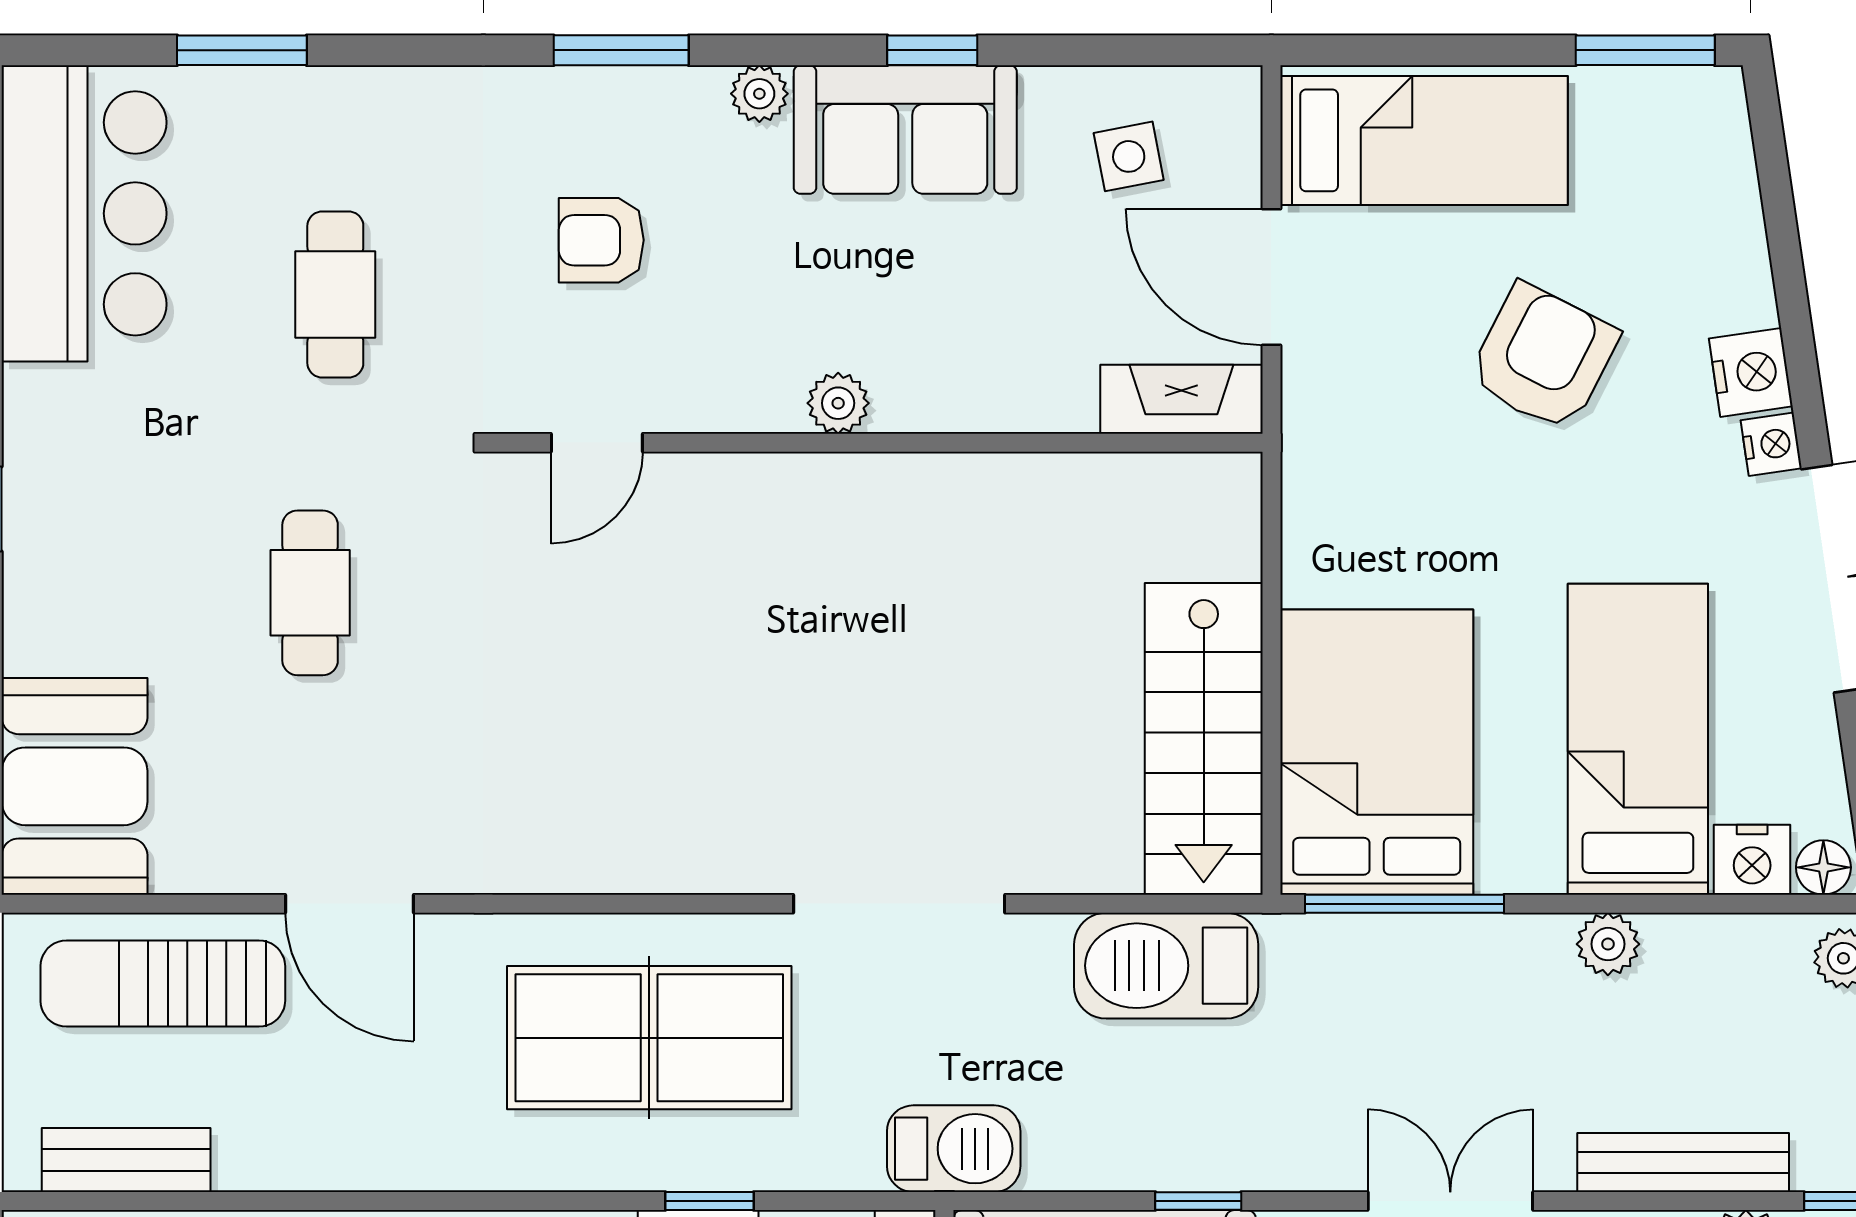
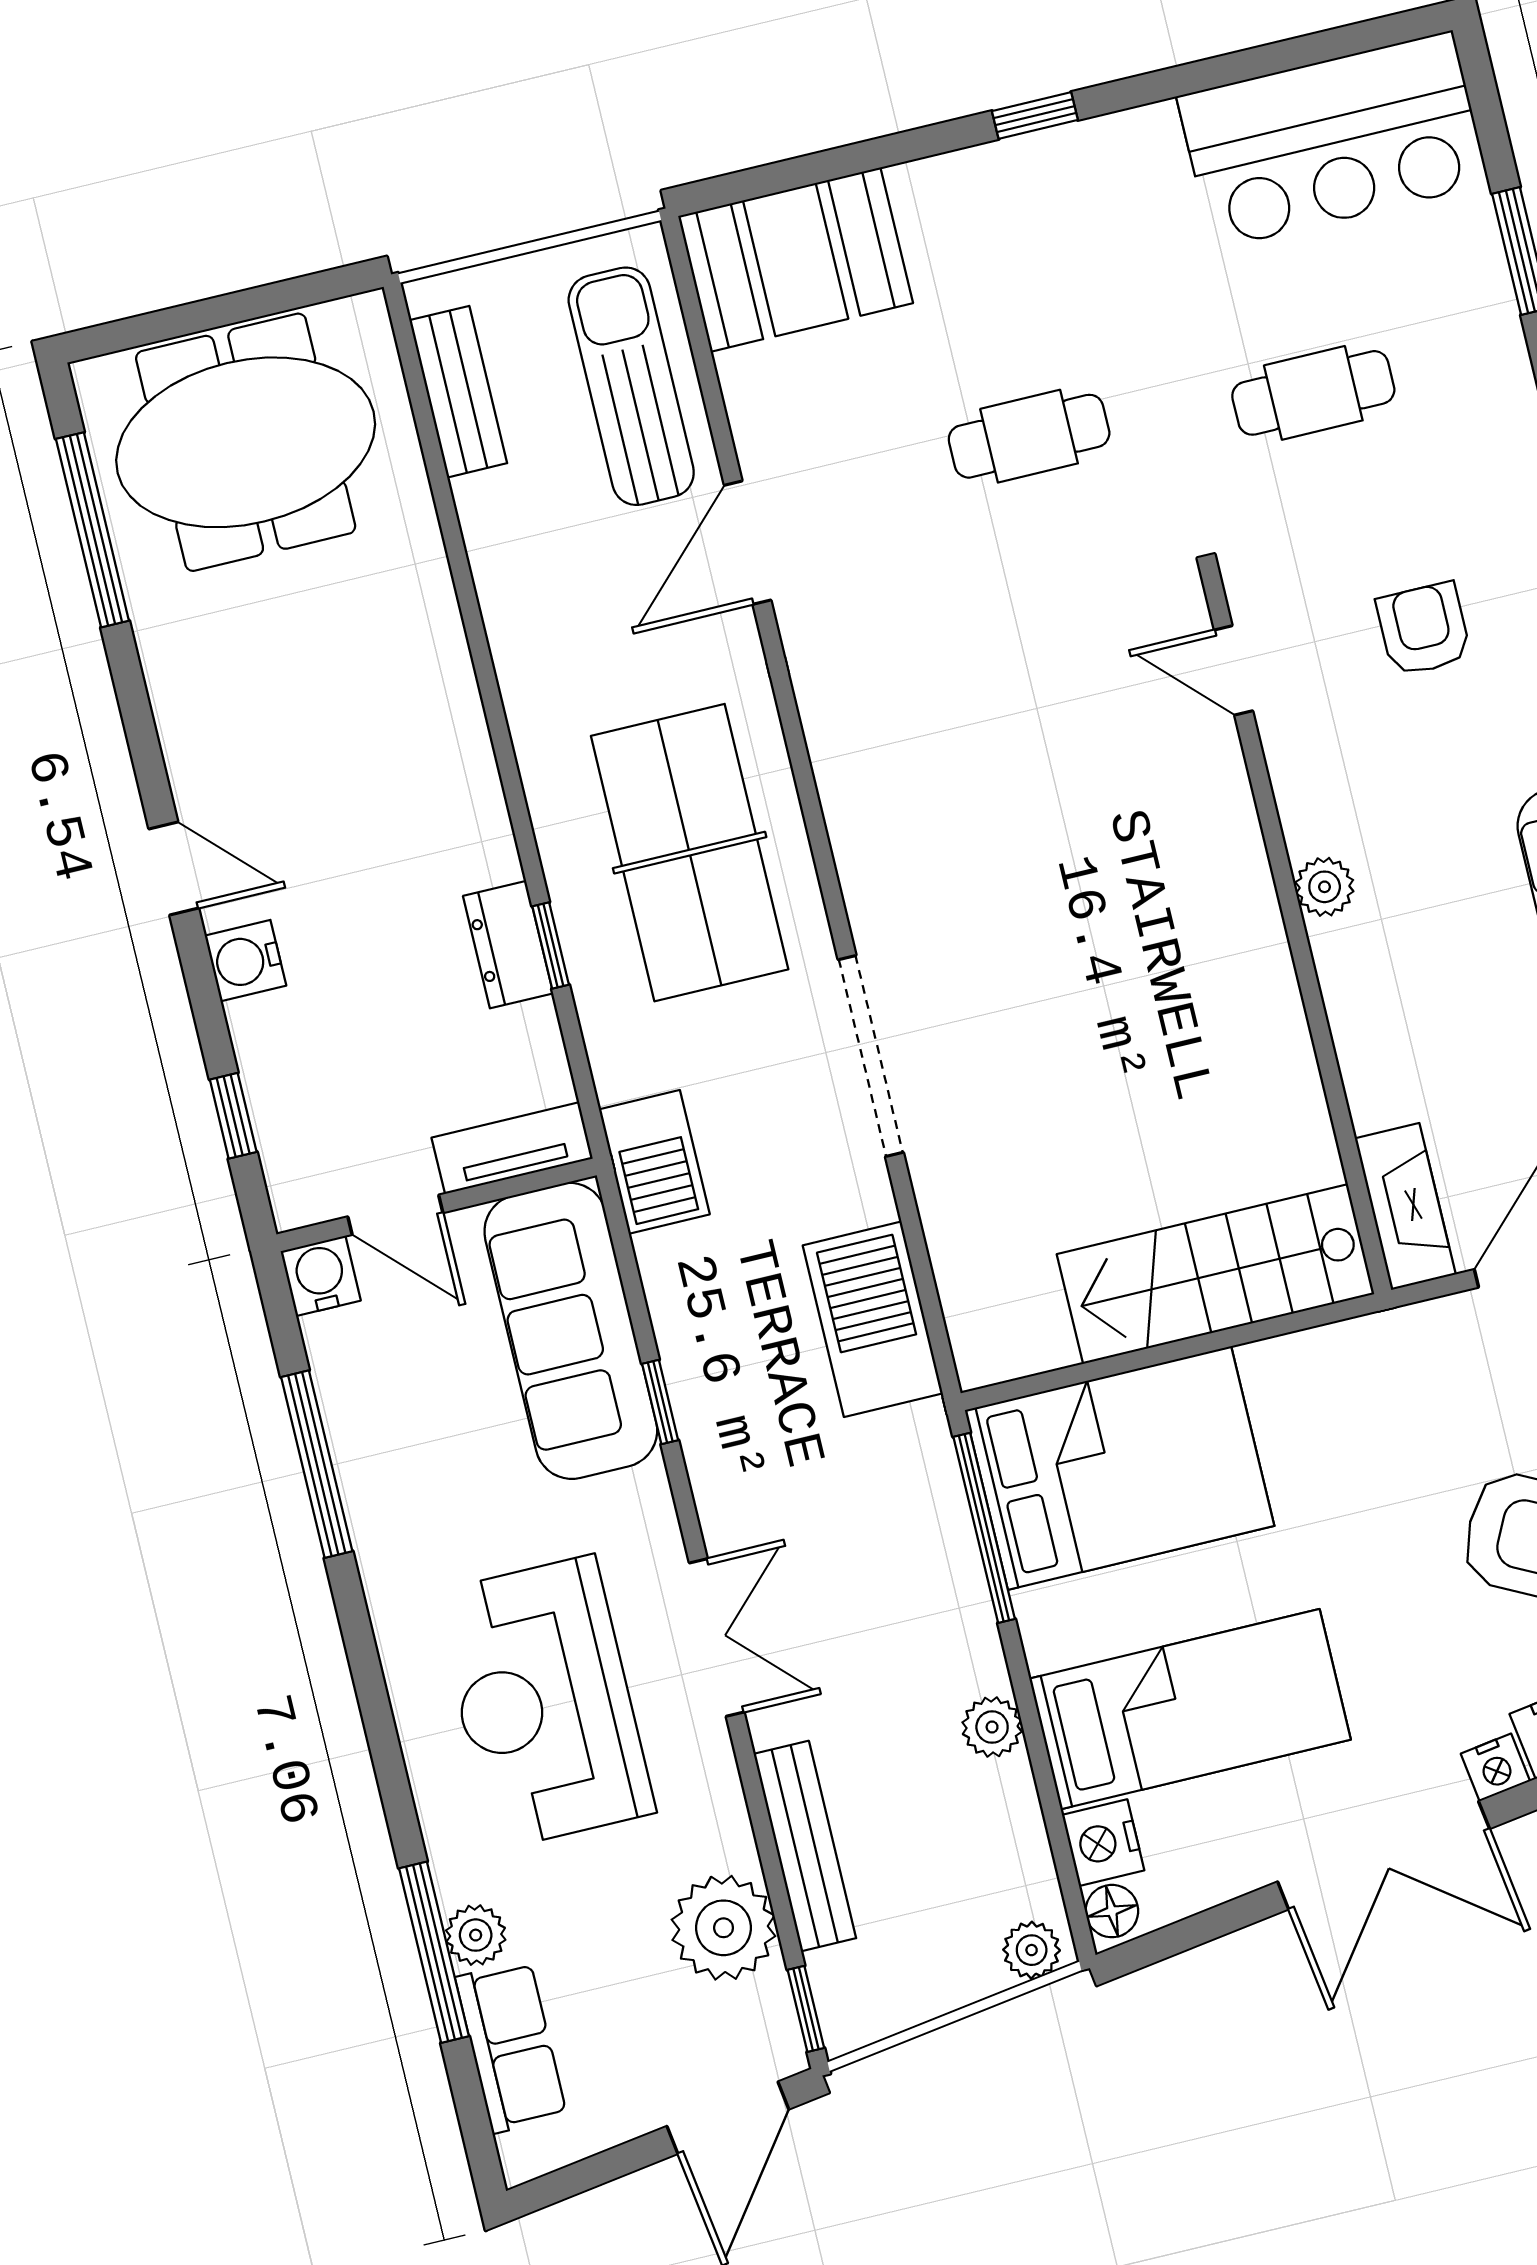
stairs: (1204, 739) -> (1216, 1274), moved

